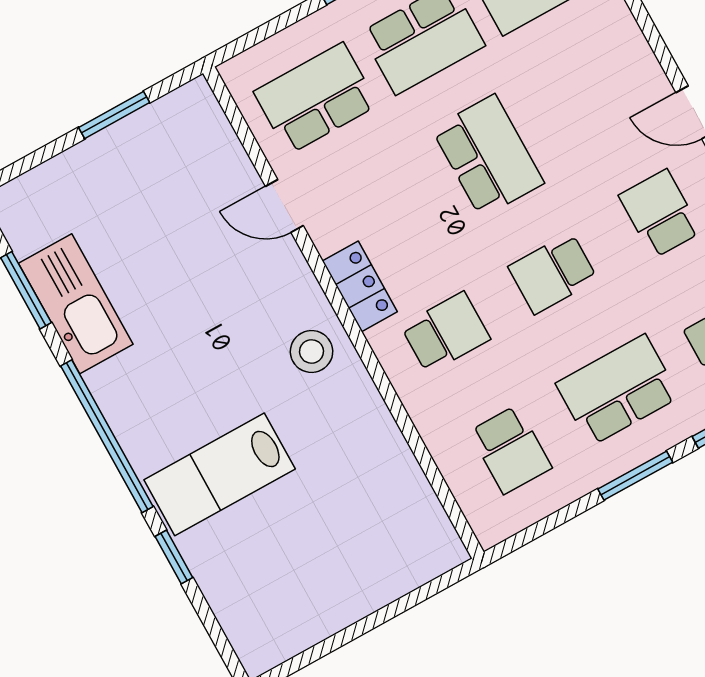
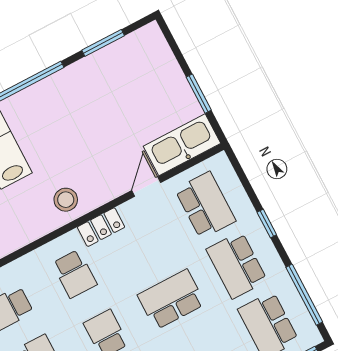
school desk: (488, 156) -> (171, 299), turned 180
kitchen sink: (76, 304) -> (182, 145), moved, turned 180

